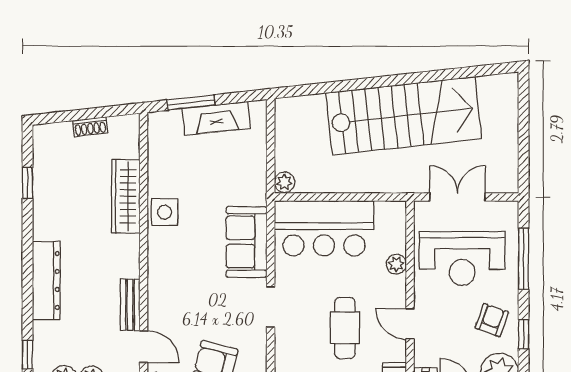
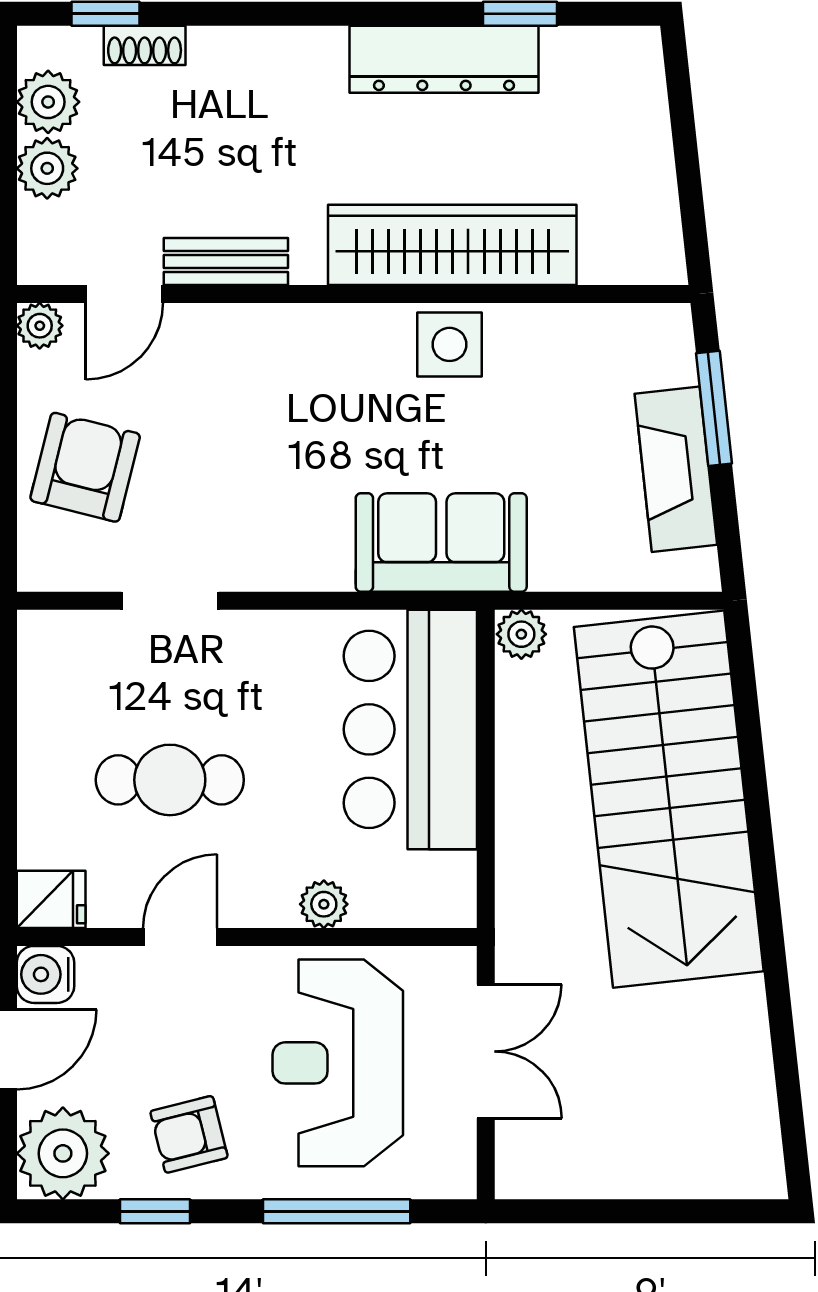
stairs: (404, 116) -> (669, 799), moved
shoe rack: (90, 127) -> (145, 45), moved, turned -84
wardrobe: (126, 196) -> (452, 245), width x1.40, depth x1.17
sofa: (247, 242) -> (441, 543), moved
dresser: (46, 281) -> (444, 59), moved
doorway: (271, 307) -> (170, 601), moved
armchair: (492, 320) -> (189, 1134), turned 146

